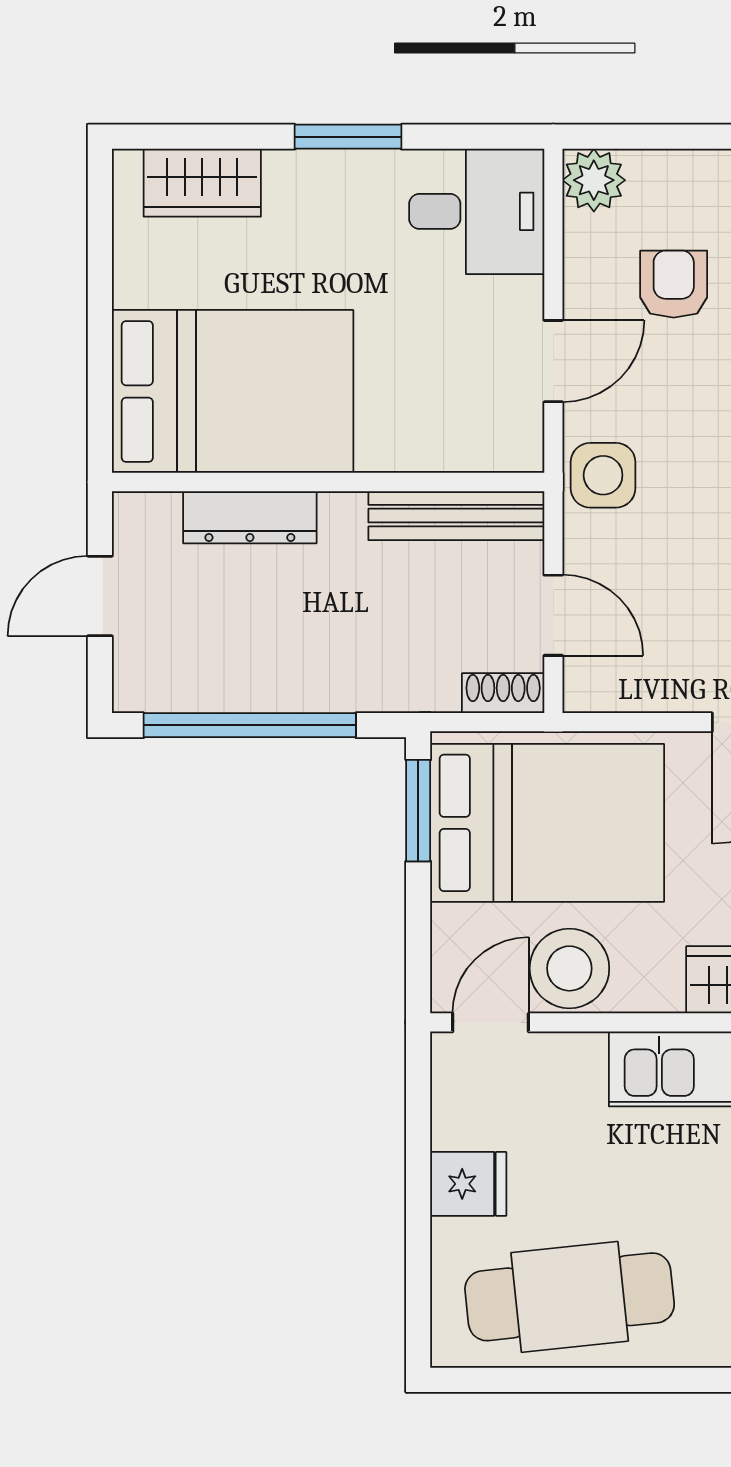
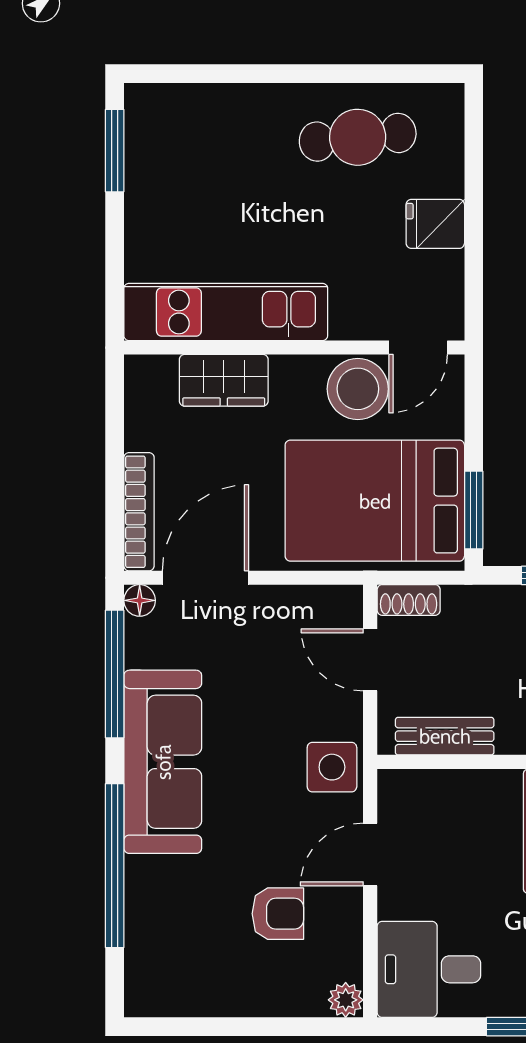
plant: (594, 180) -> (346, 1000), width x0.73, depth x0.73
armchair: (674, 284) -> (278, 914), turned -90
bench: (456, 516) -> (445, 736), width x0.73
cafe table: (570, 1297) -> (358, 137), width x0.73, depth x0.74

